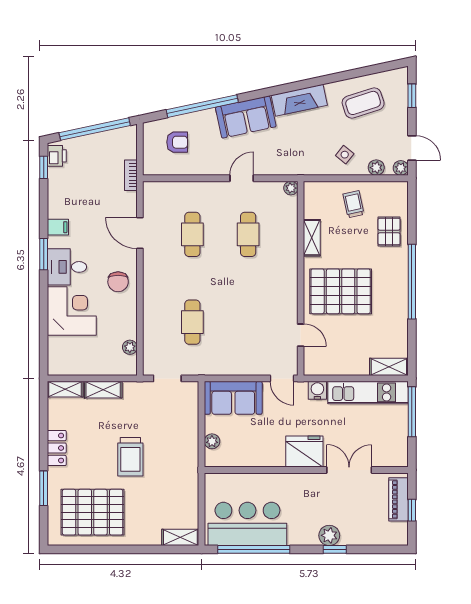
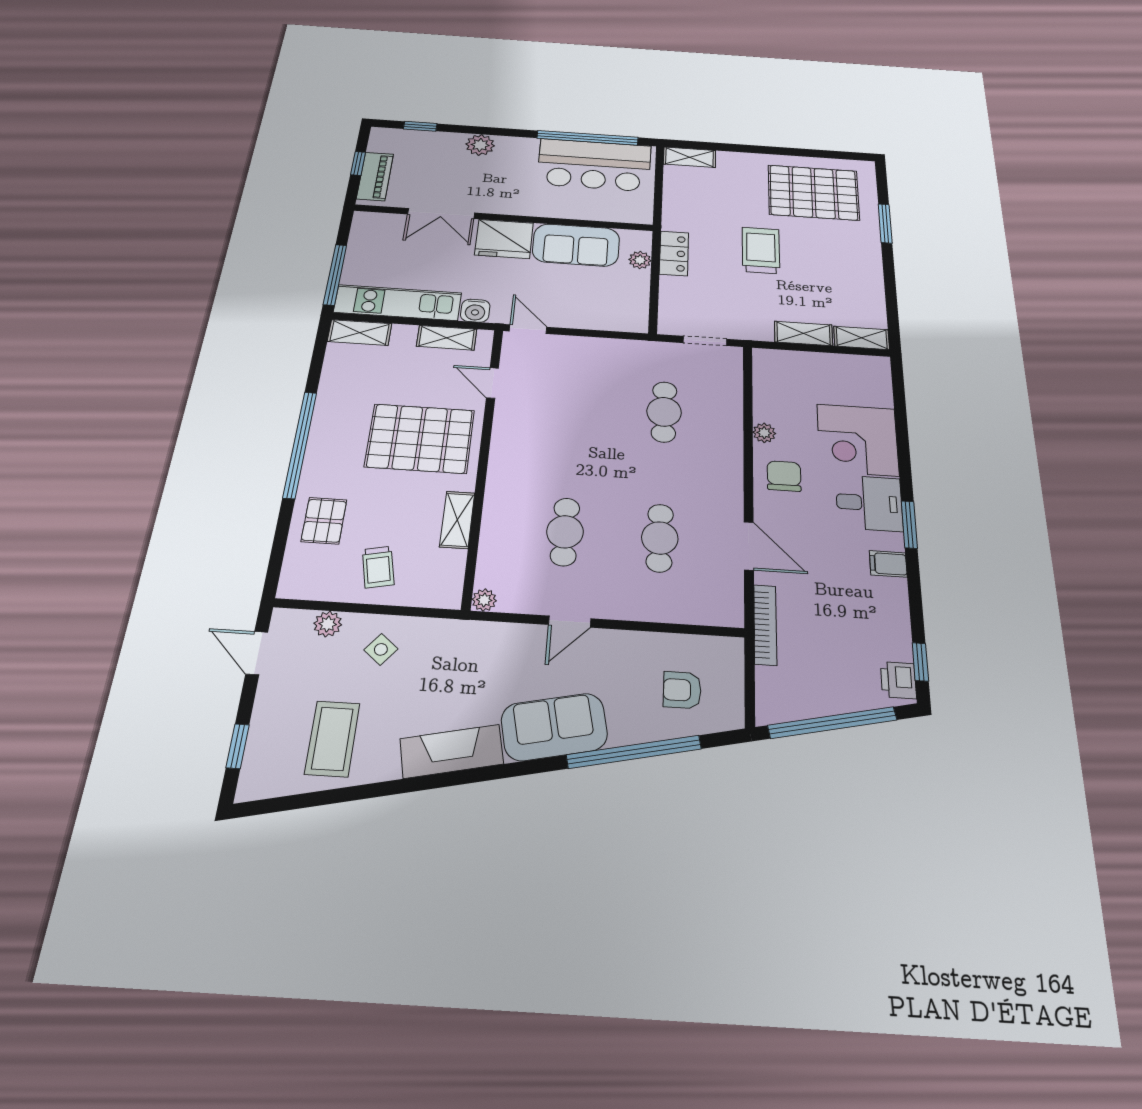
coffee table: (363, 103) -> (332, 739), turned -72
plant: (401, 168) -> (284, 621), removed
bookcase: (131, 175) -> (765, 625), width x1.56
plant: (130, 347) -> (764, 433), moved
shelving: (333, 367) -> (447, 338), added
sofa: (233, 398) -> (576, 245), moved, turned 180
locker: (57, 448) -> (674, 253), moved, turned 180
window: (335, 549) -> (420, 126), moved

